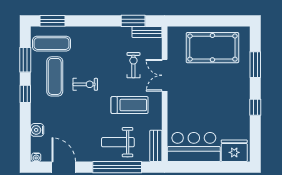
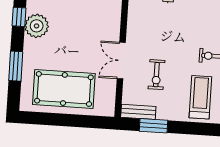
double door: (165, 75) -> (121, 61), swing flipped
plant: (240, 100) -> (37, 26), added
treadmill: (130, 105) -> (200, 97), moved, turned 90

